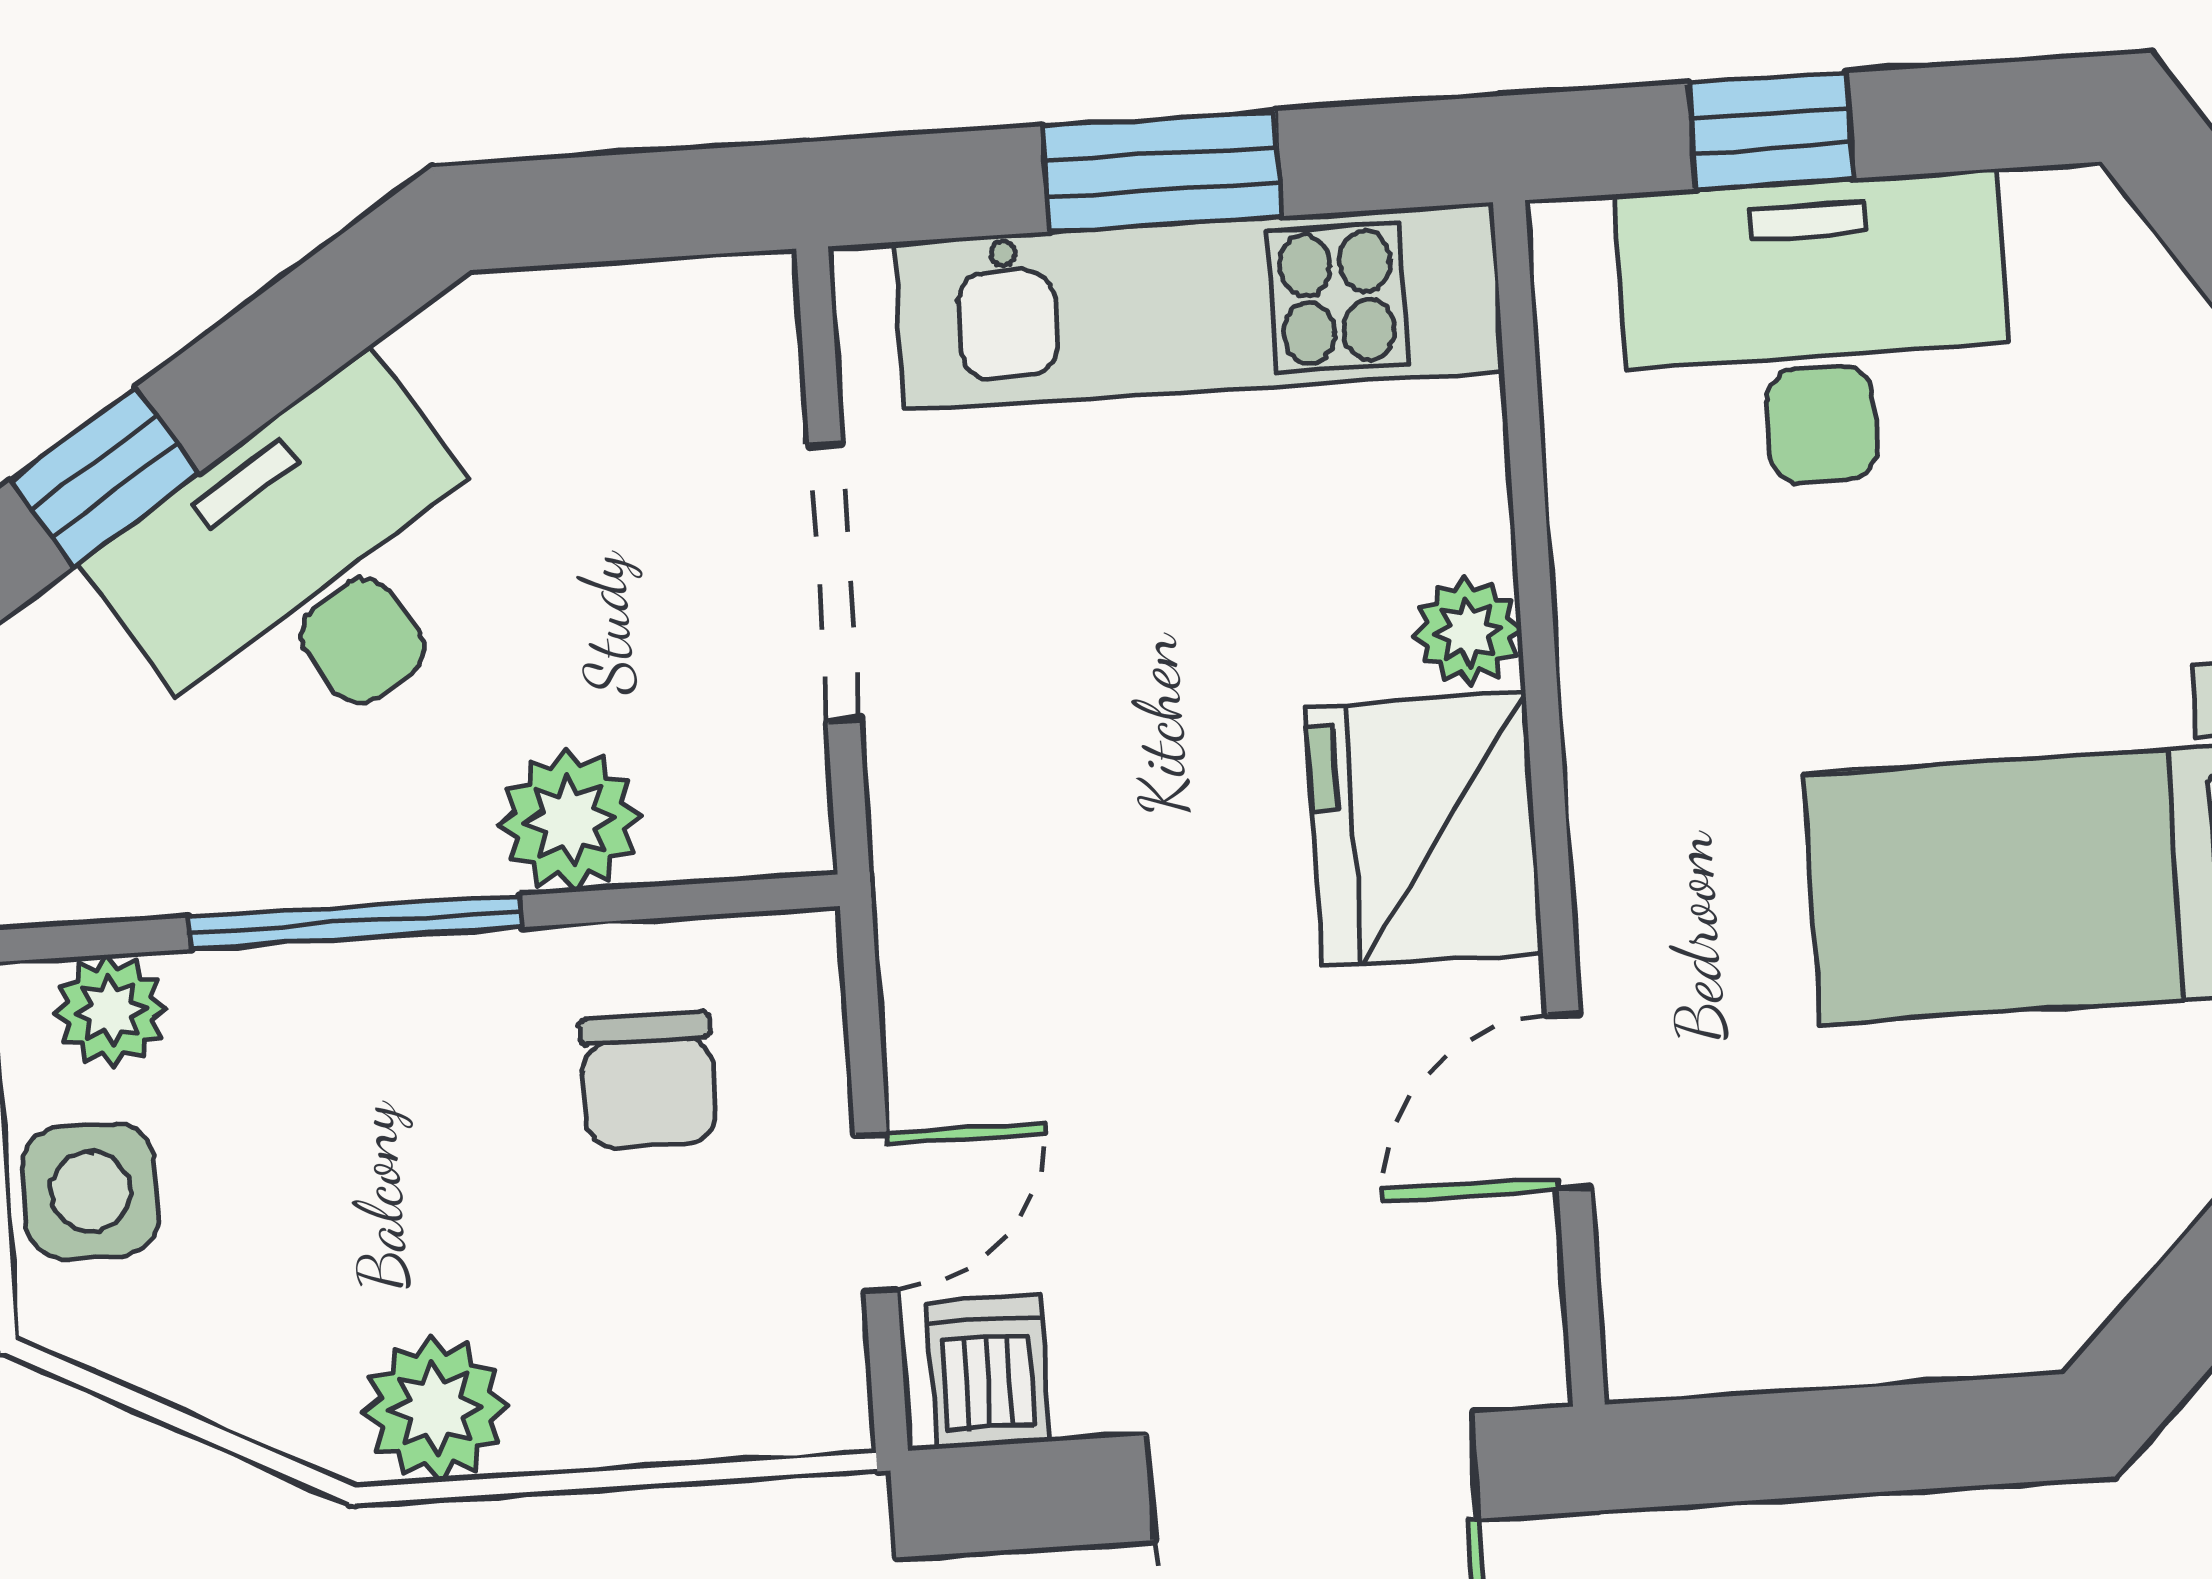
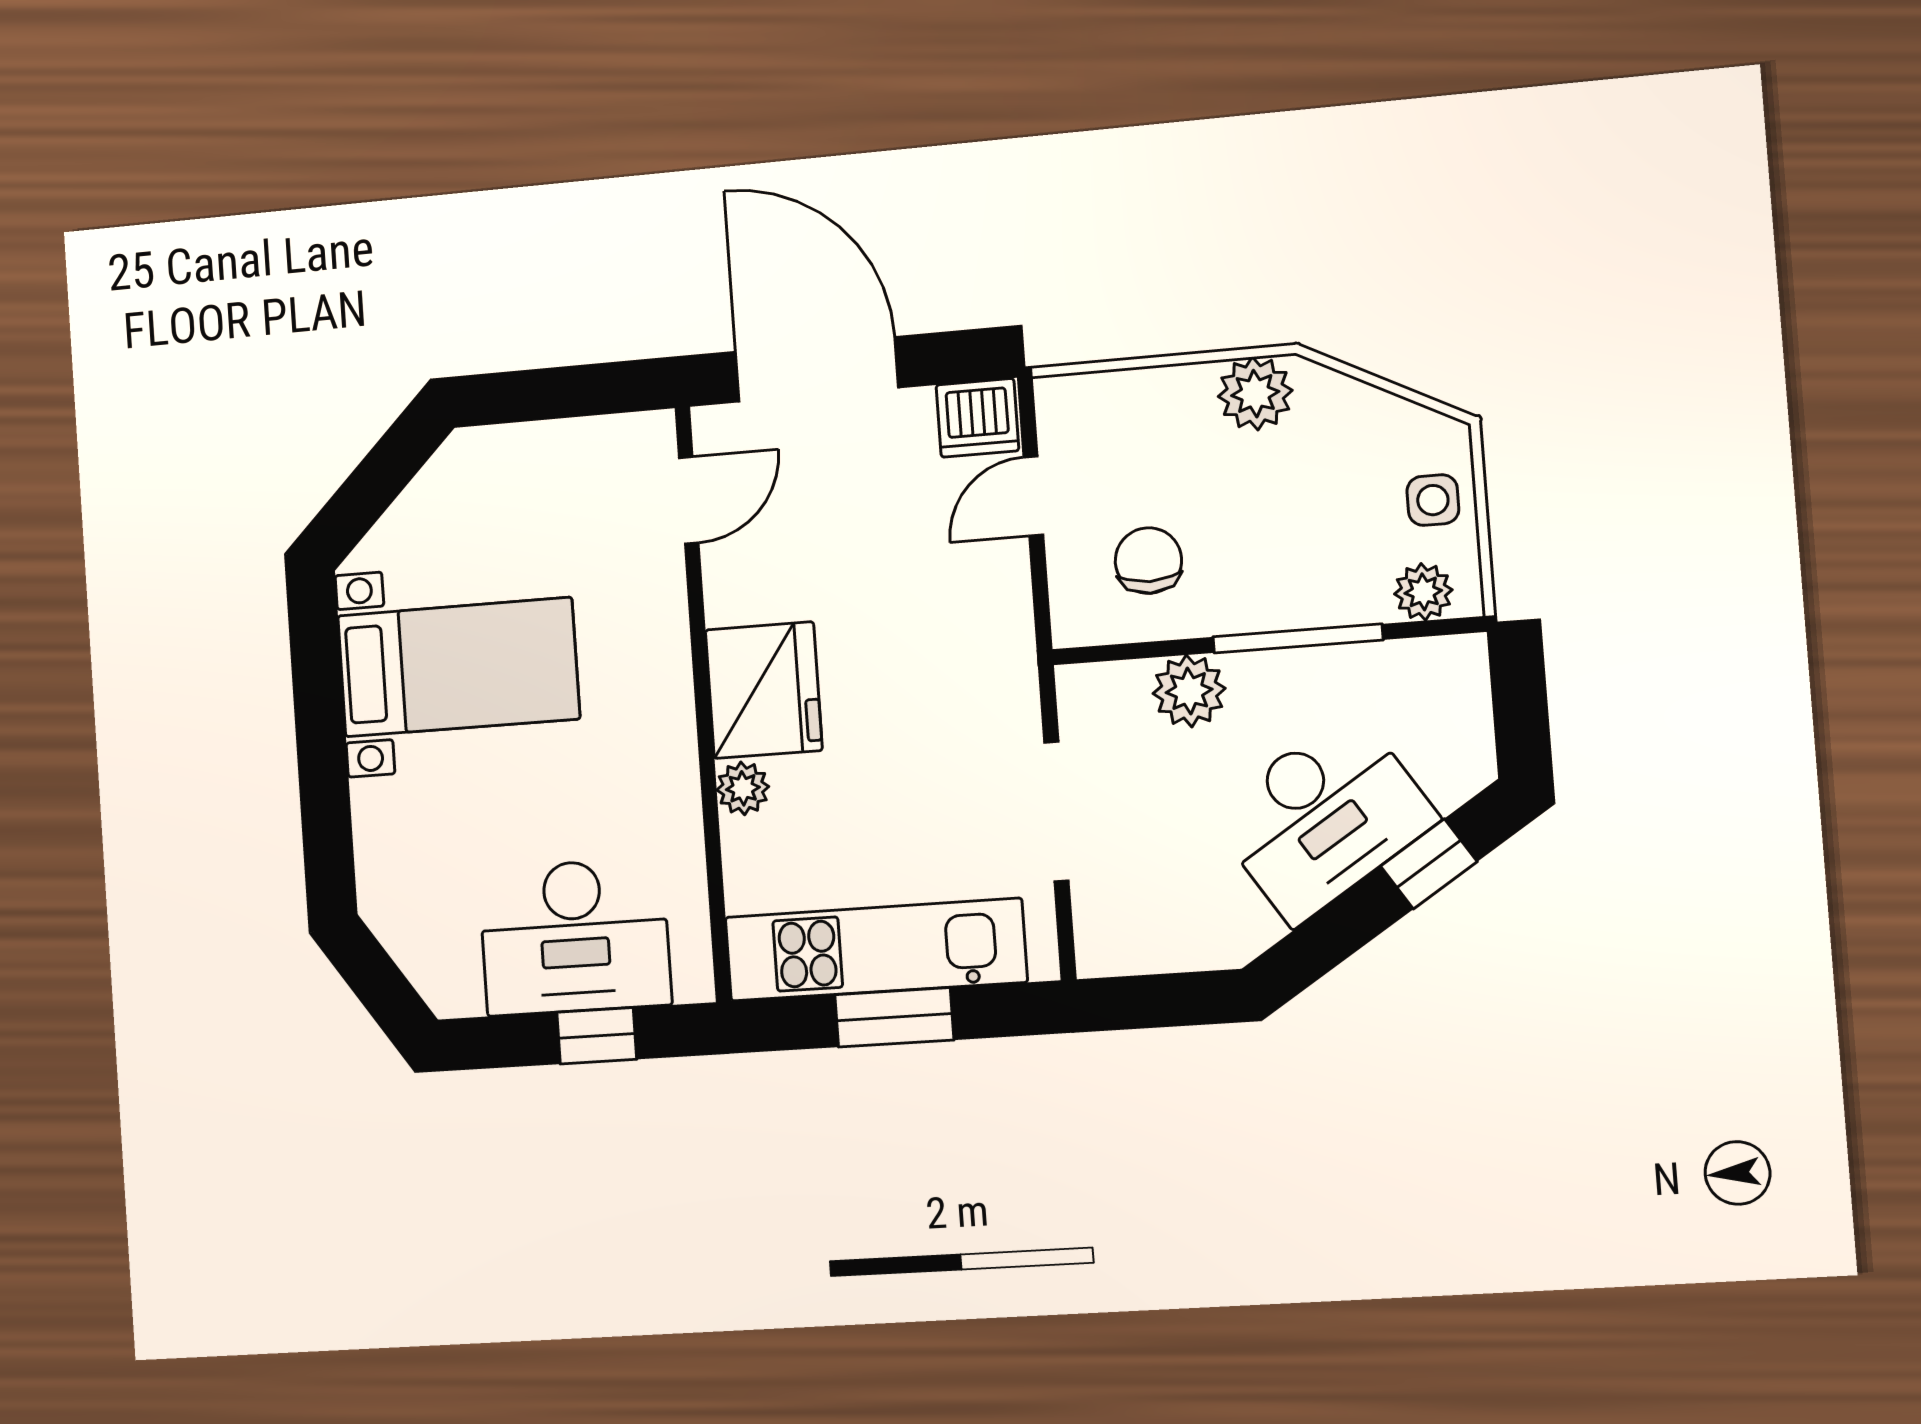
door: (1569, 1101) -> (689, 500), moved
side table: (90, 1191) -> (1433, 500), width x0.73, depth x0.73
dishwasher: (988, 1372) -> (977, 418), width x1.38

